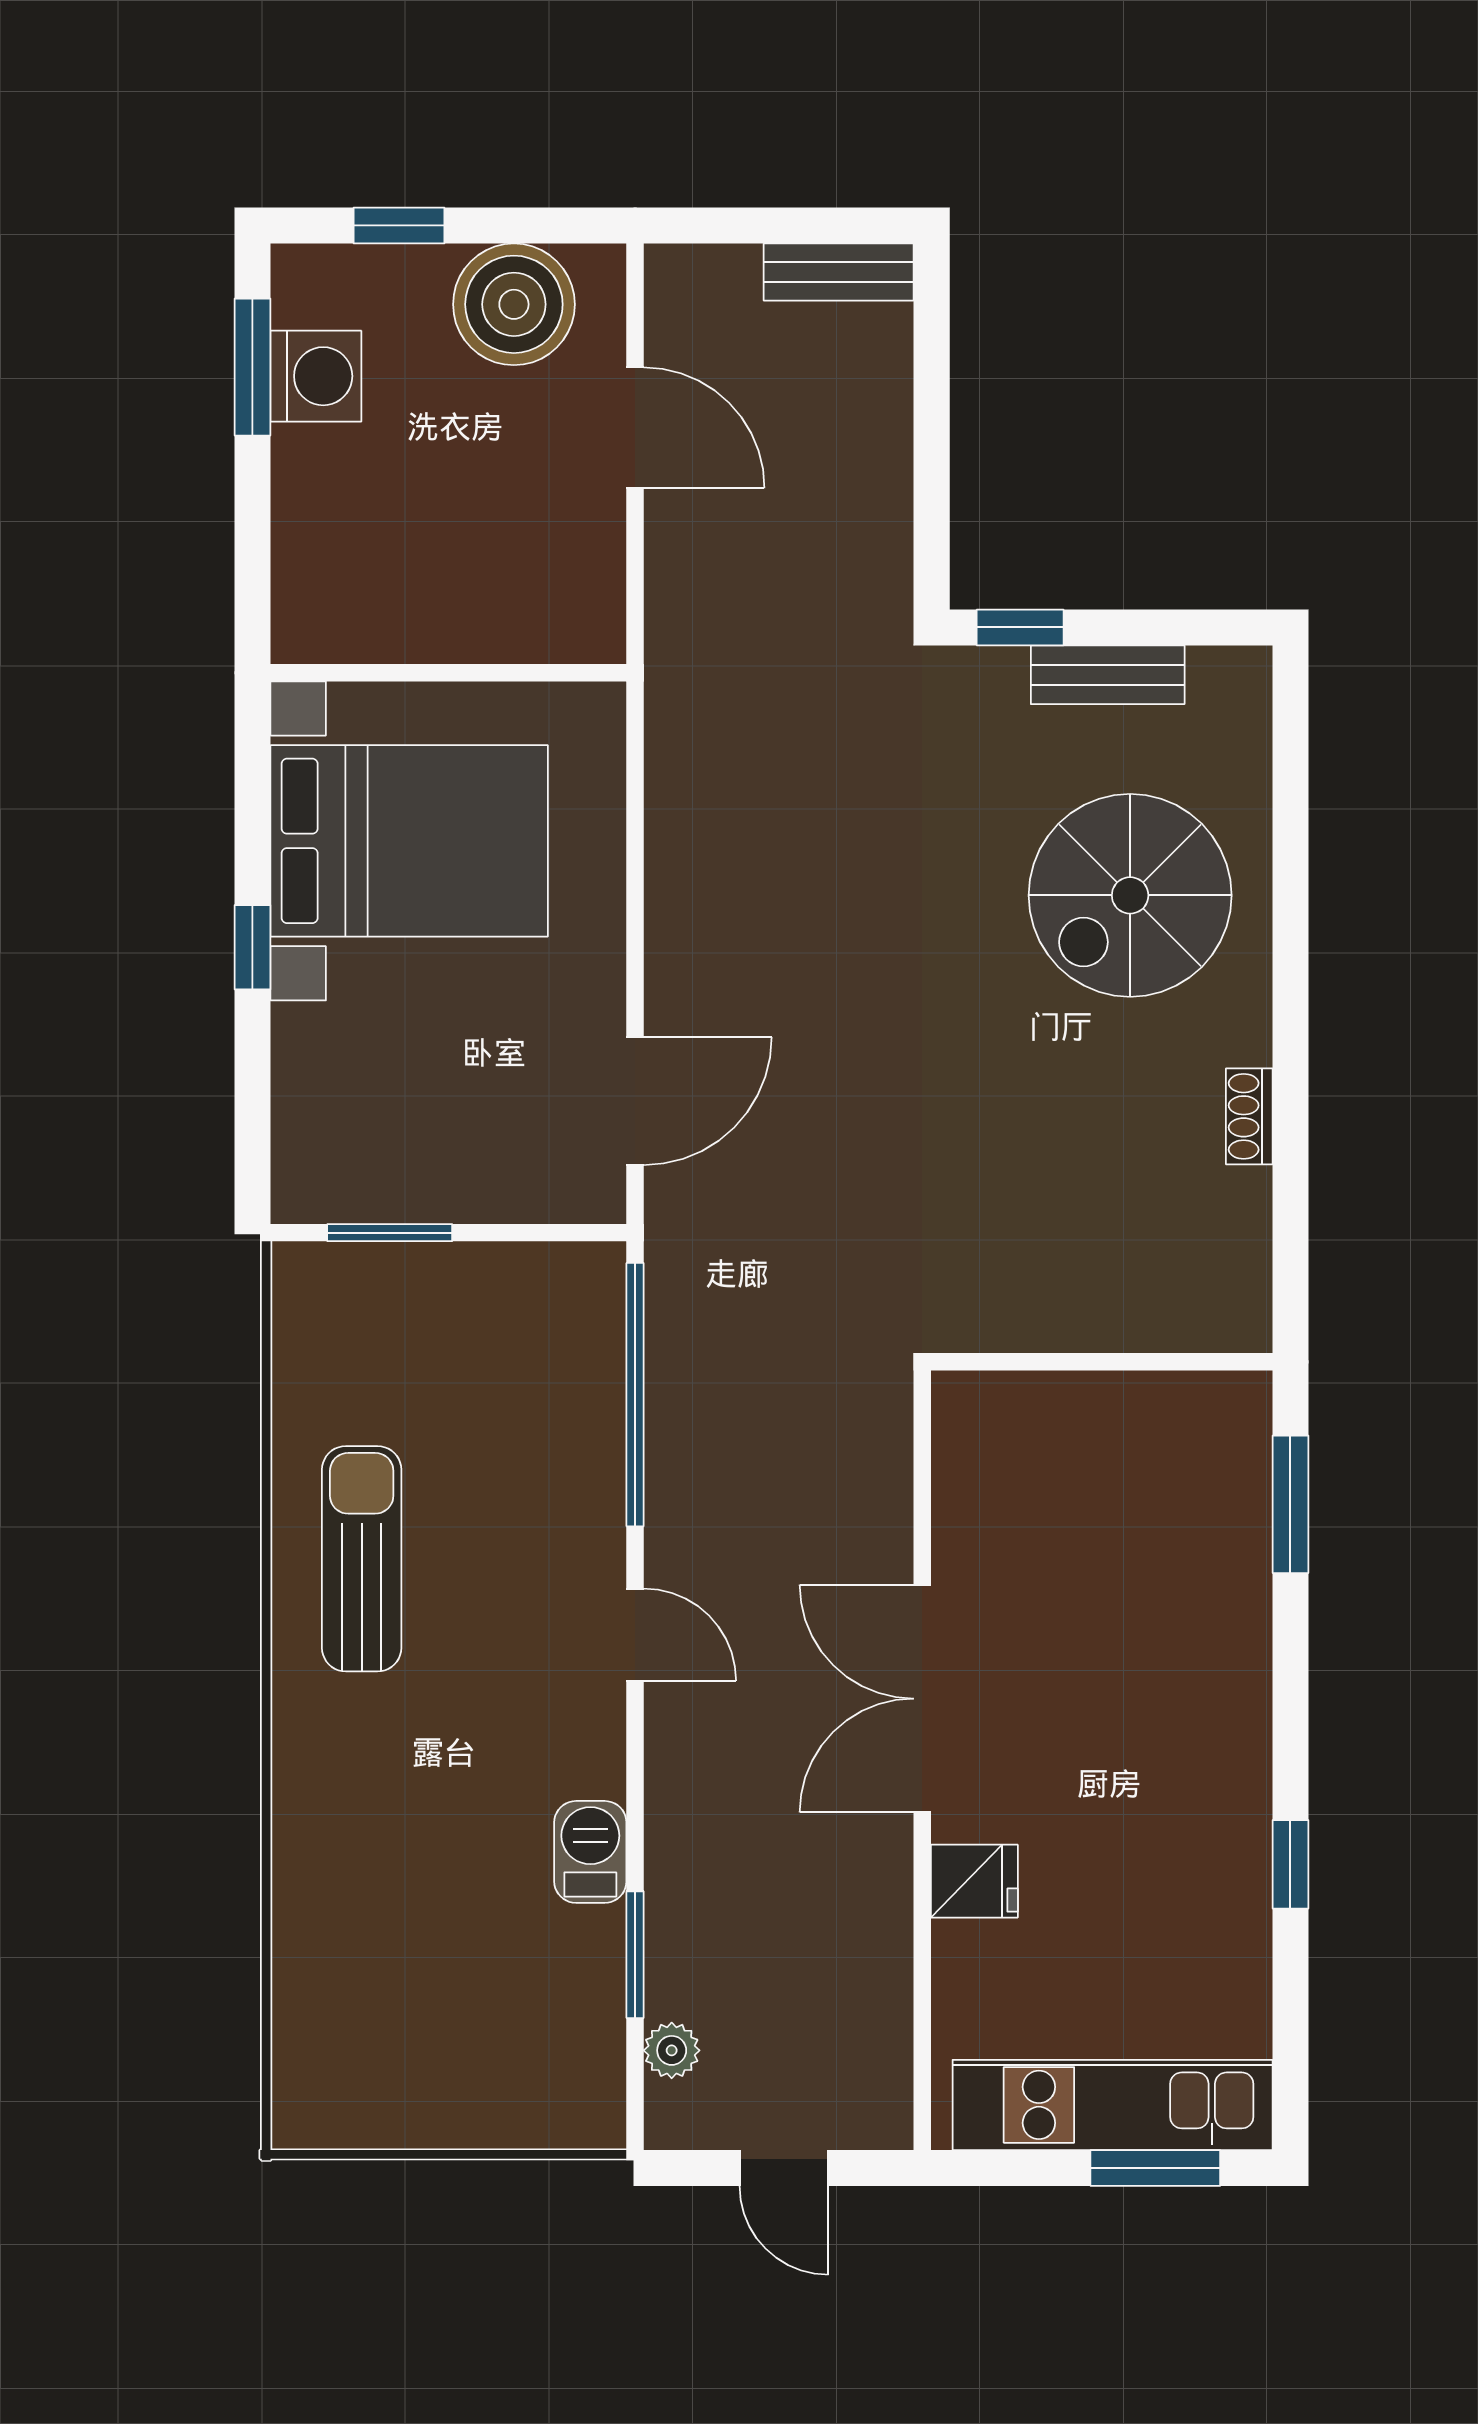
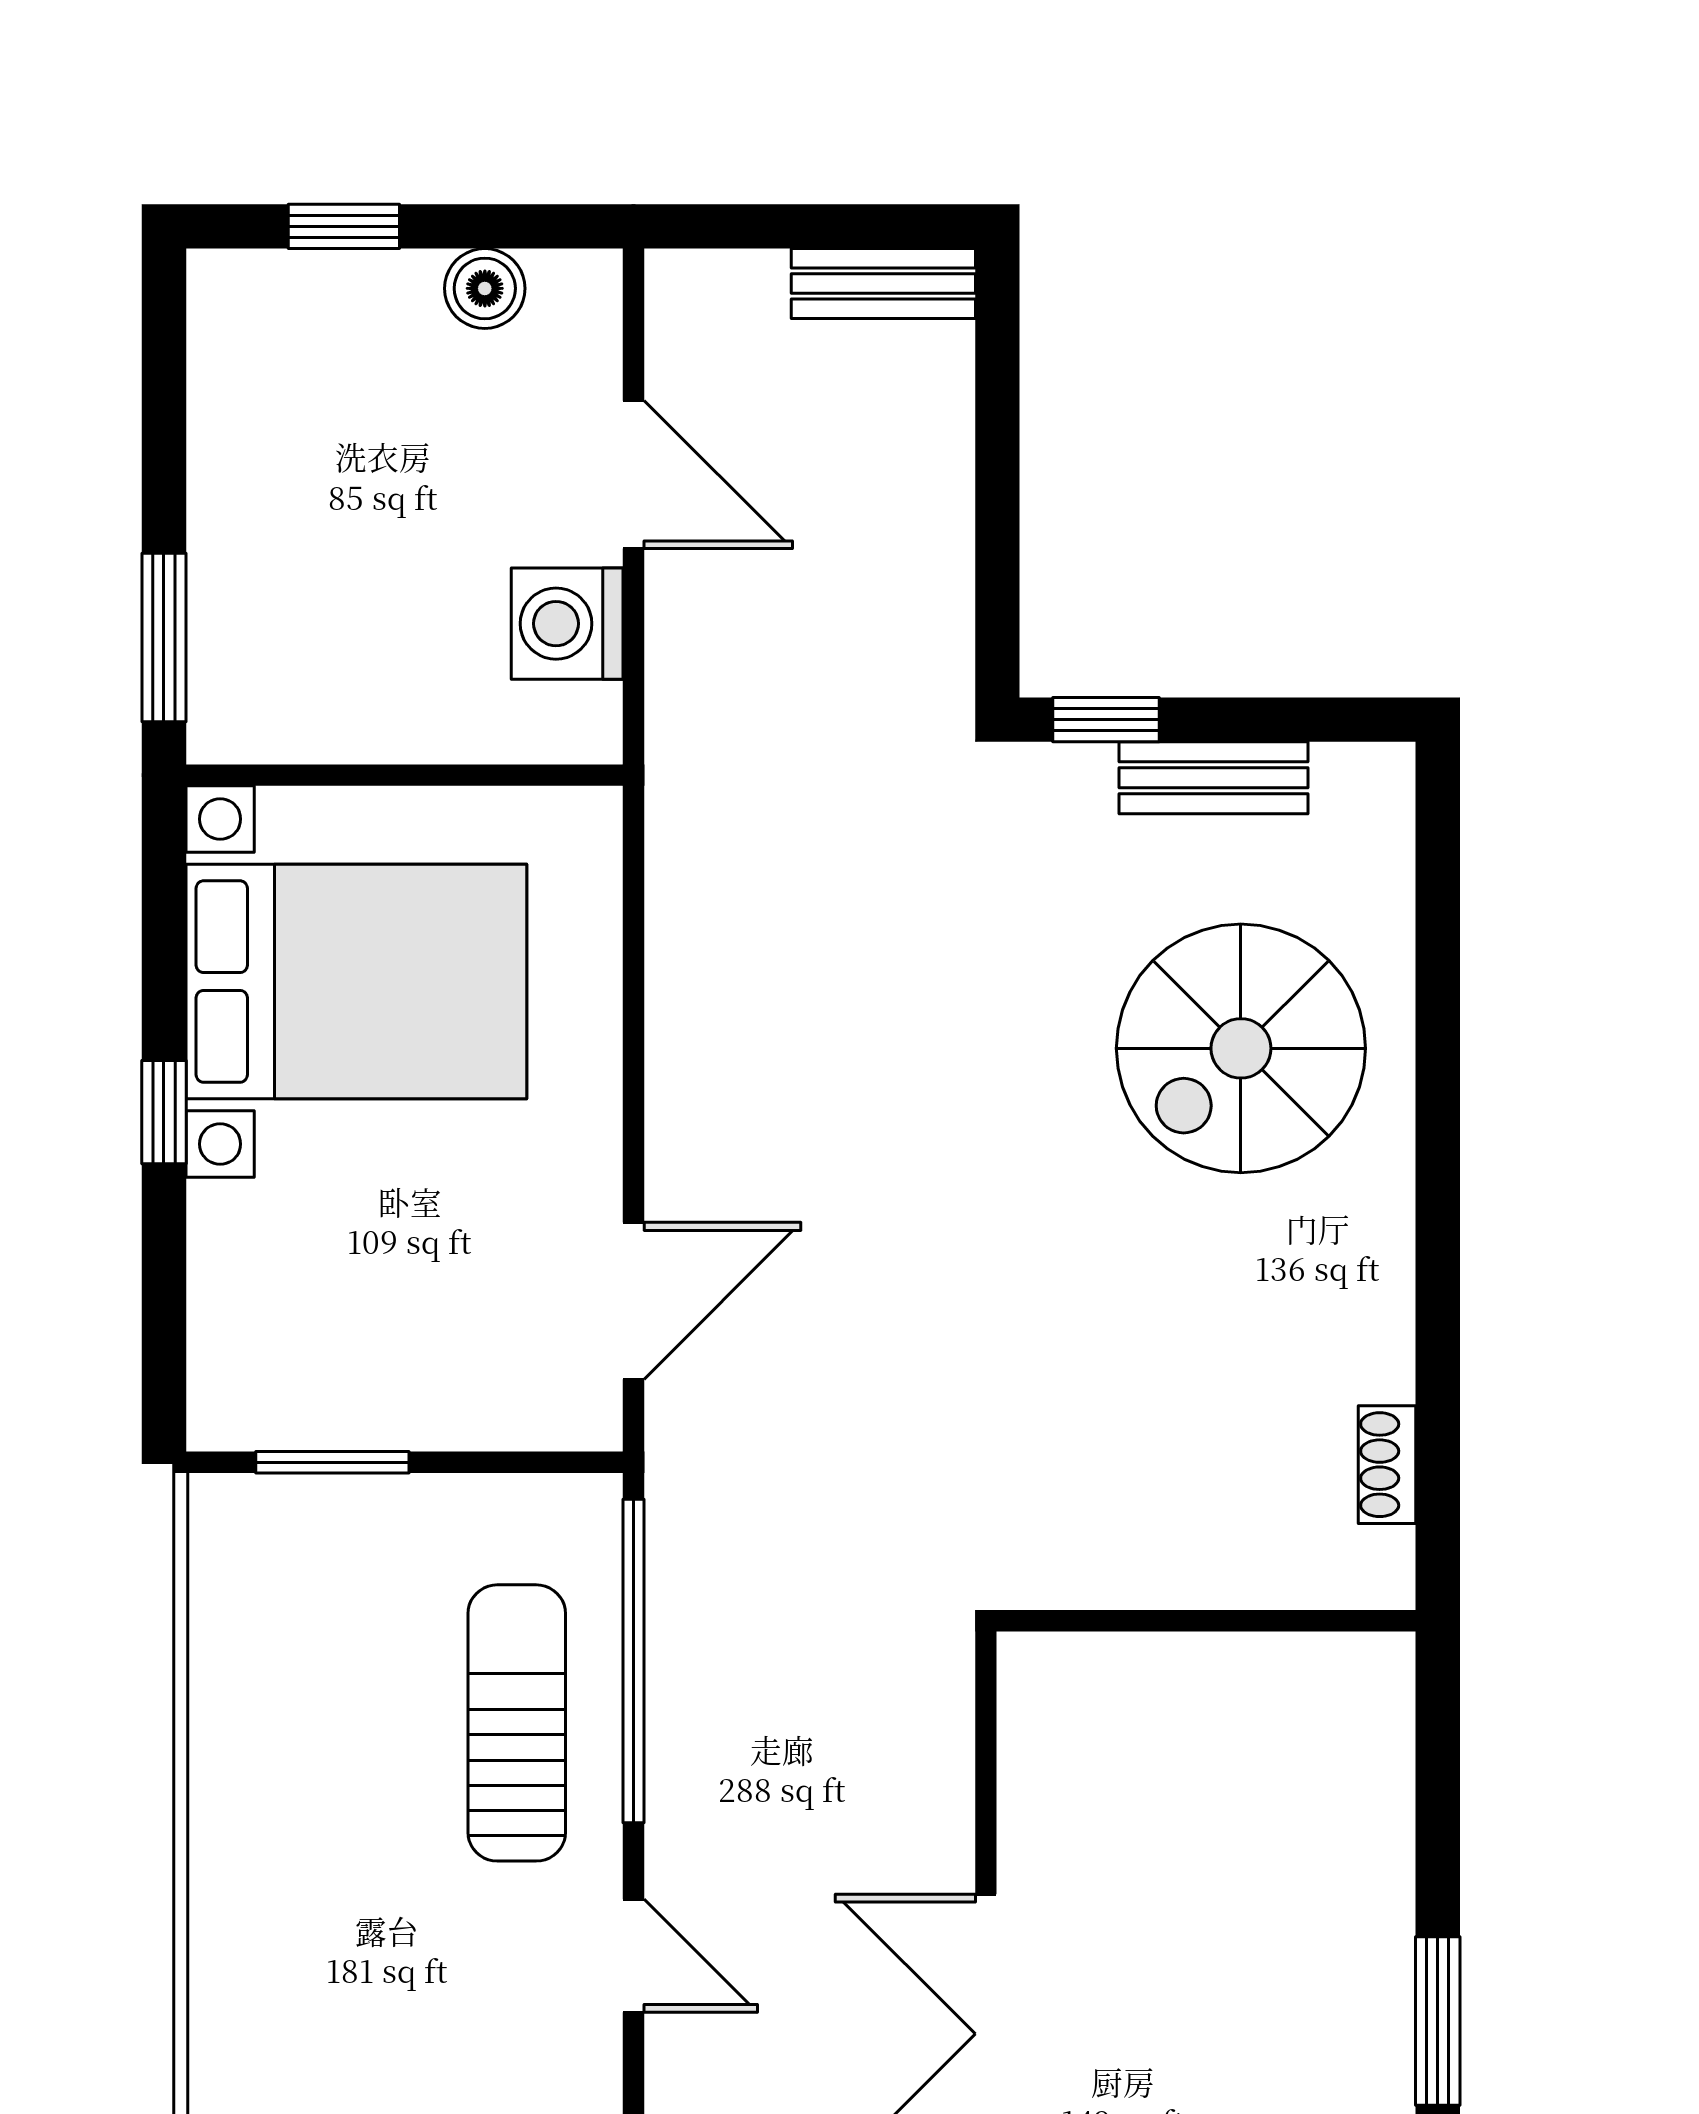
boiler: (514, 304) -> (485, 288), width x0.54, depth x0.54
window: (252, 367) -> (164, 637), moved
washing machine: (316, 376) -> (567, 624), moved, turned 180
shoe rack: (1249, 1116) -> (1387, 1465), moved
window: (1290, 1504) -> (1438, 2021), moved
sun lounger: (362, 1559) -> (517, 1723), moved

